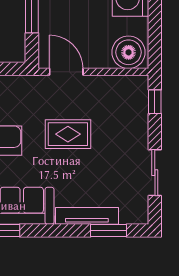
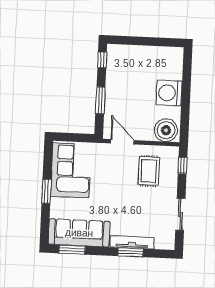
rug: (68, 134) -> (149, 171), moved, turned 90
window: (108, 231) -> (131, 252), moved

